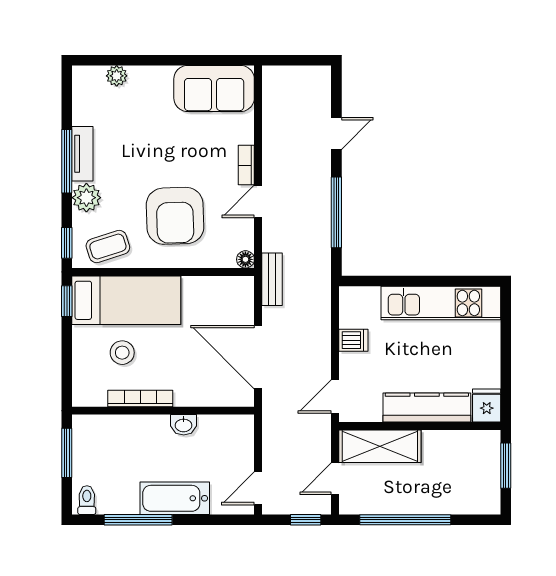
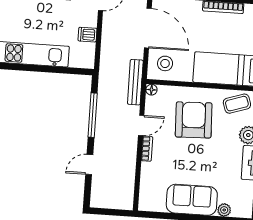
sofa: (214, 88) -> (192, 200), moved
bench: (272, 279) -> (135, 82), width x1.36
stool: (122, 353) -> (165, 63), moved

